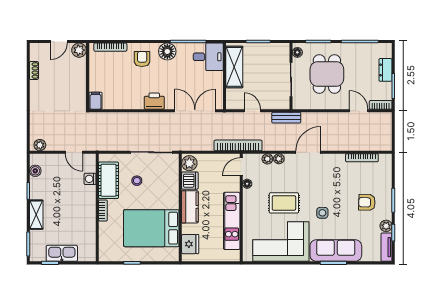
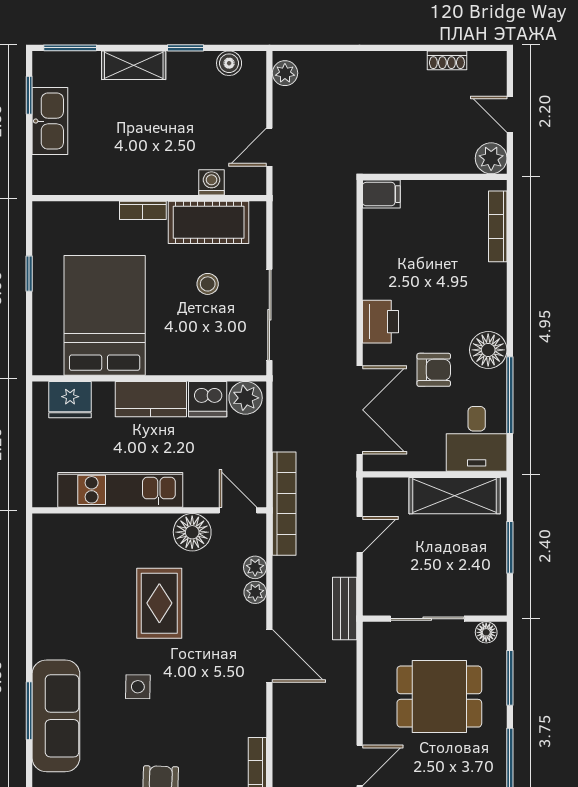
armchair: (142, 59) -> (434, 370), moved
floor lamp: (247, 184) -> (192, 532), width x1.89, depth x1.89
corner sofa: (281, 242) -> (75, 597), removed

